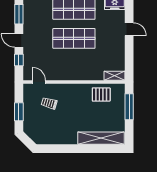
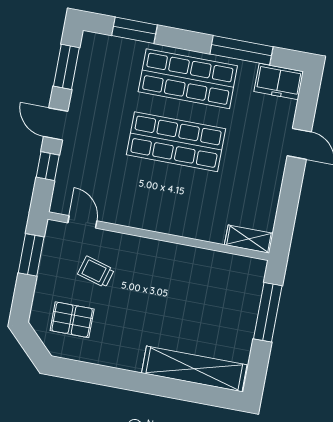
pallet: (101, 94) -> (72, 320), moved
window: (19, 112) -> (31, 255), moved

